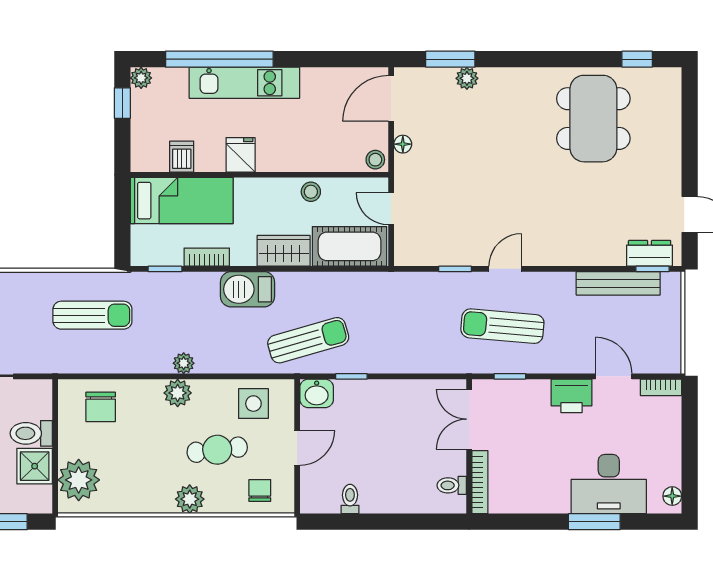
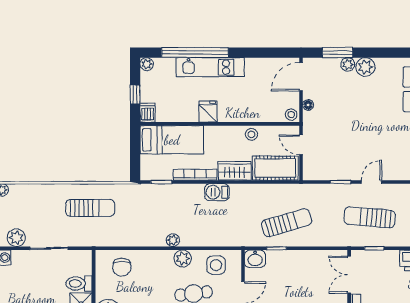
plant: (496, 83) -> (365, 67), added
window: (122, 103) -> (135, 95), moved
dishwasher: (182, 157) -> (147, 113), moved
bookcase: (207, 257) -> (195, 175), width x1.56
barbecue: (248, 289) -> (217, 192), width x0.73, depth x0.79
sun lounger: (92, 315) -> (90, 208), moved
sun lounger: (308, 340) -> (287, 223), moved
plant: (178, 393) -> (183, 259), moved

